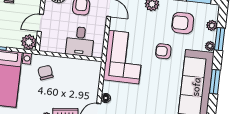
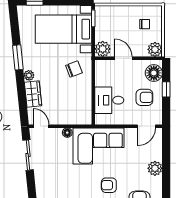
armchair: (163, 51) -> (109, 185), turned -90
floor lamp: (106, 98) -> (67, 133), moved

